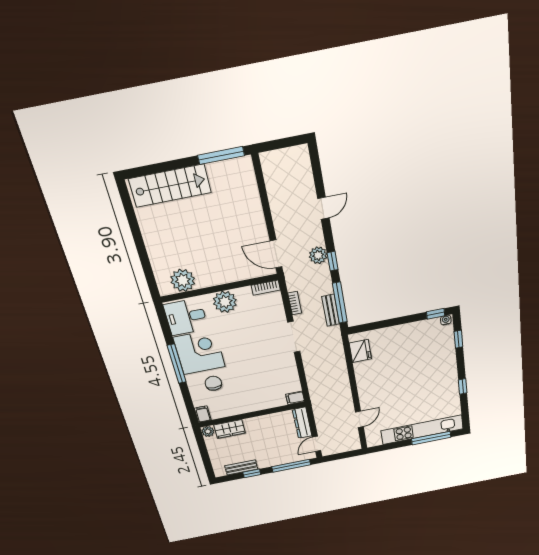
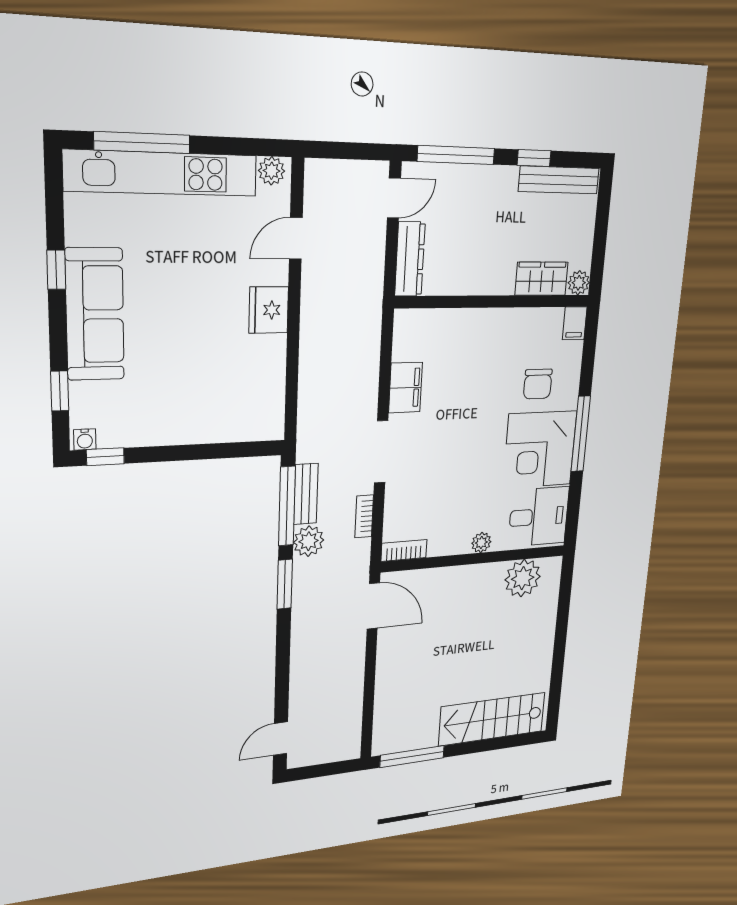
door: (323, 208) -> (281, 739), moved
plant: (318, 255) -> (309, 541), moved
window: (333, 261) -> (285, 584), width x1.50
plant: (225, 302) -> (481, 543), width x0.53, depth x0.53
fridge: (360, 351) -> (269, 310), moved
sofa: (445, 373) -> (95, 315), added
filing cabinet: (295, 398) -> (406, 388), moved, width x2.00
plant: (375, 441) -> (272, 171), added
bench: (241, 467) -> (559, 180), width x1.36

